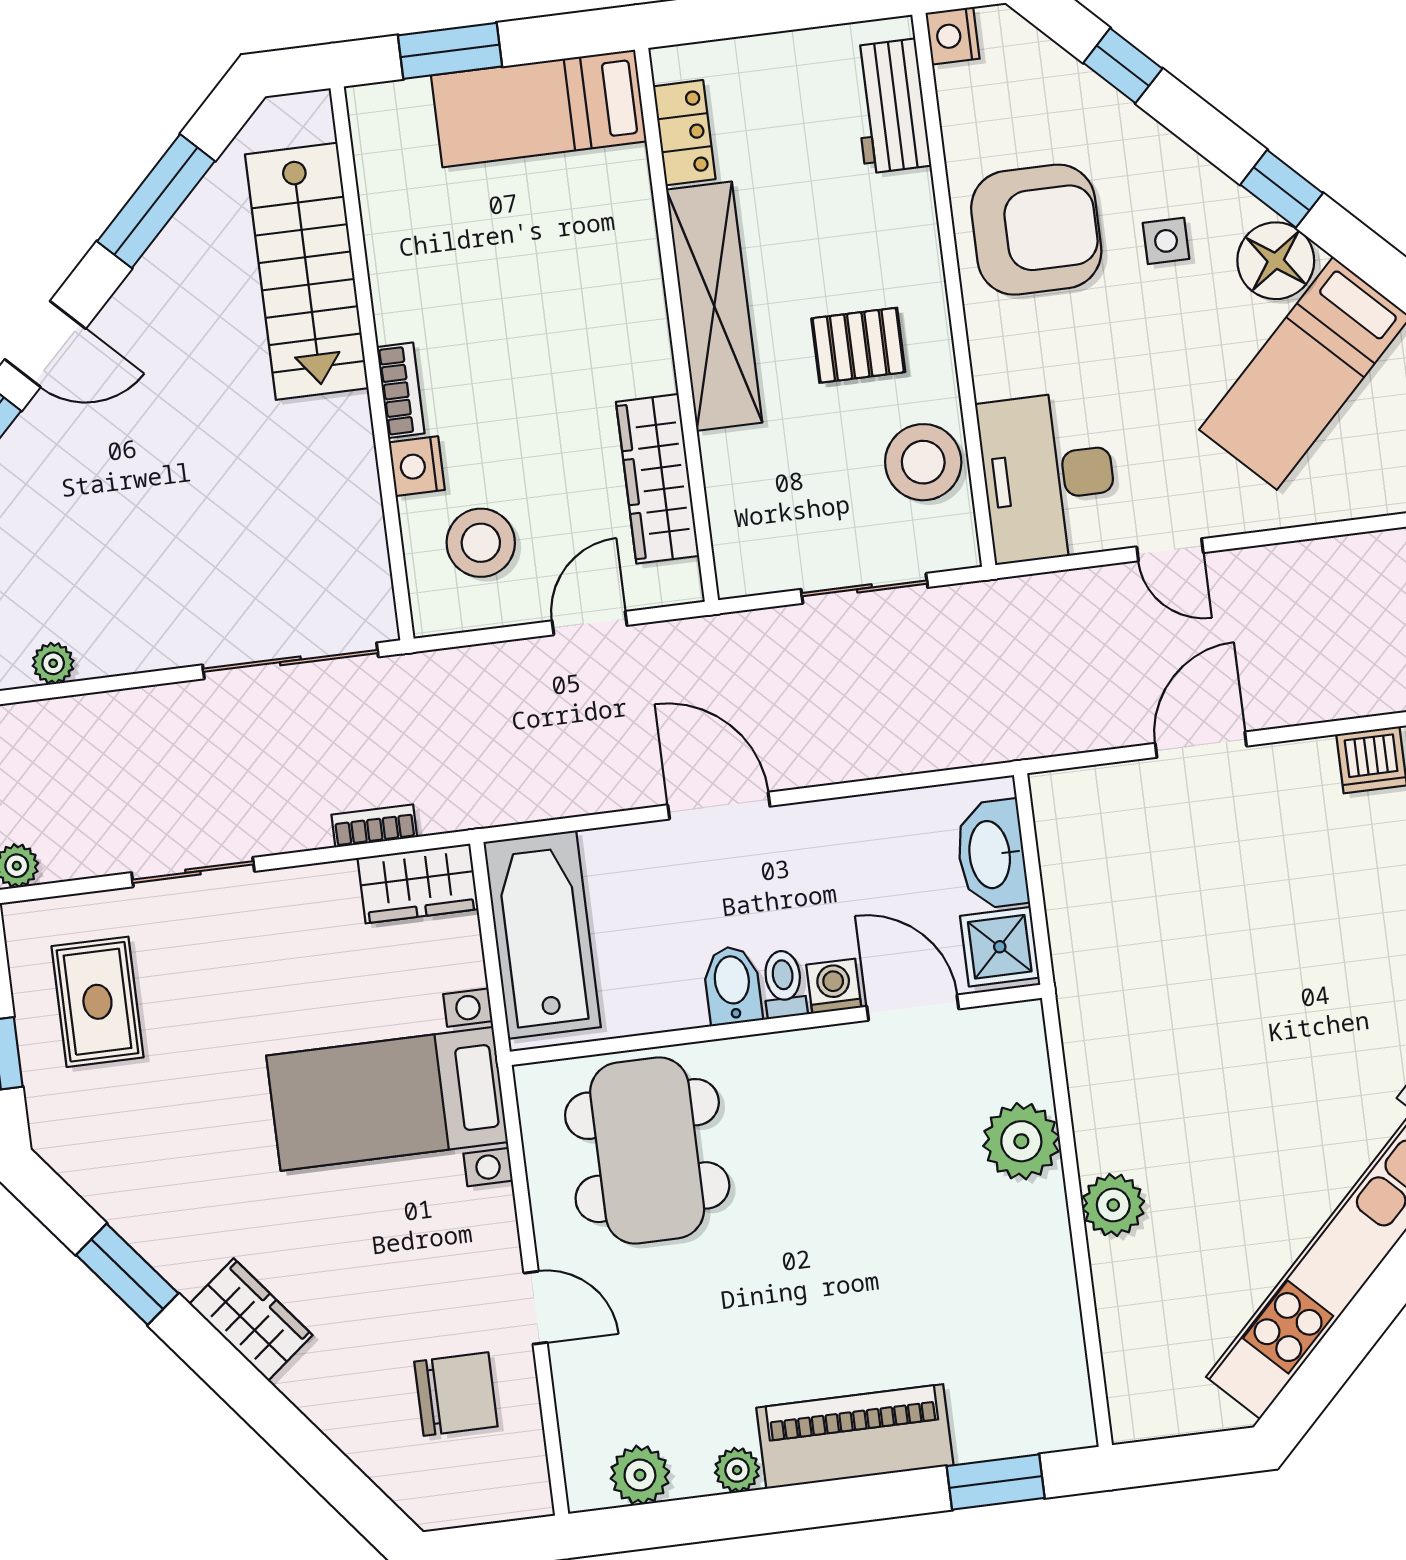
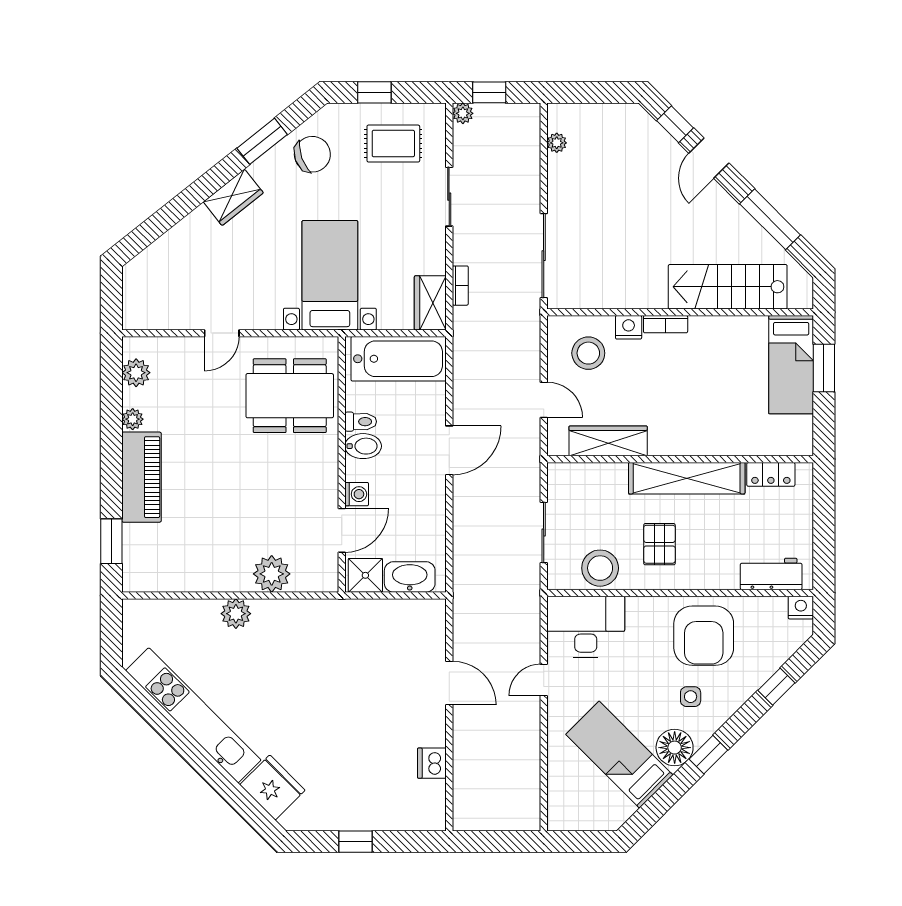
bed: (539, 108) -> (791, 365), moved, turned 180
toilet: (784, 984) -> (361, 422), moved
chair: (456, 1394) -> (312, 154), moved, turned -110

